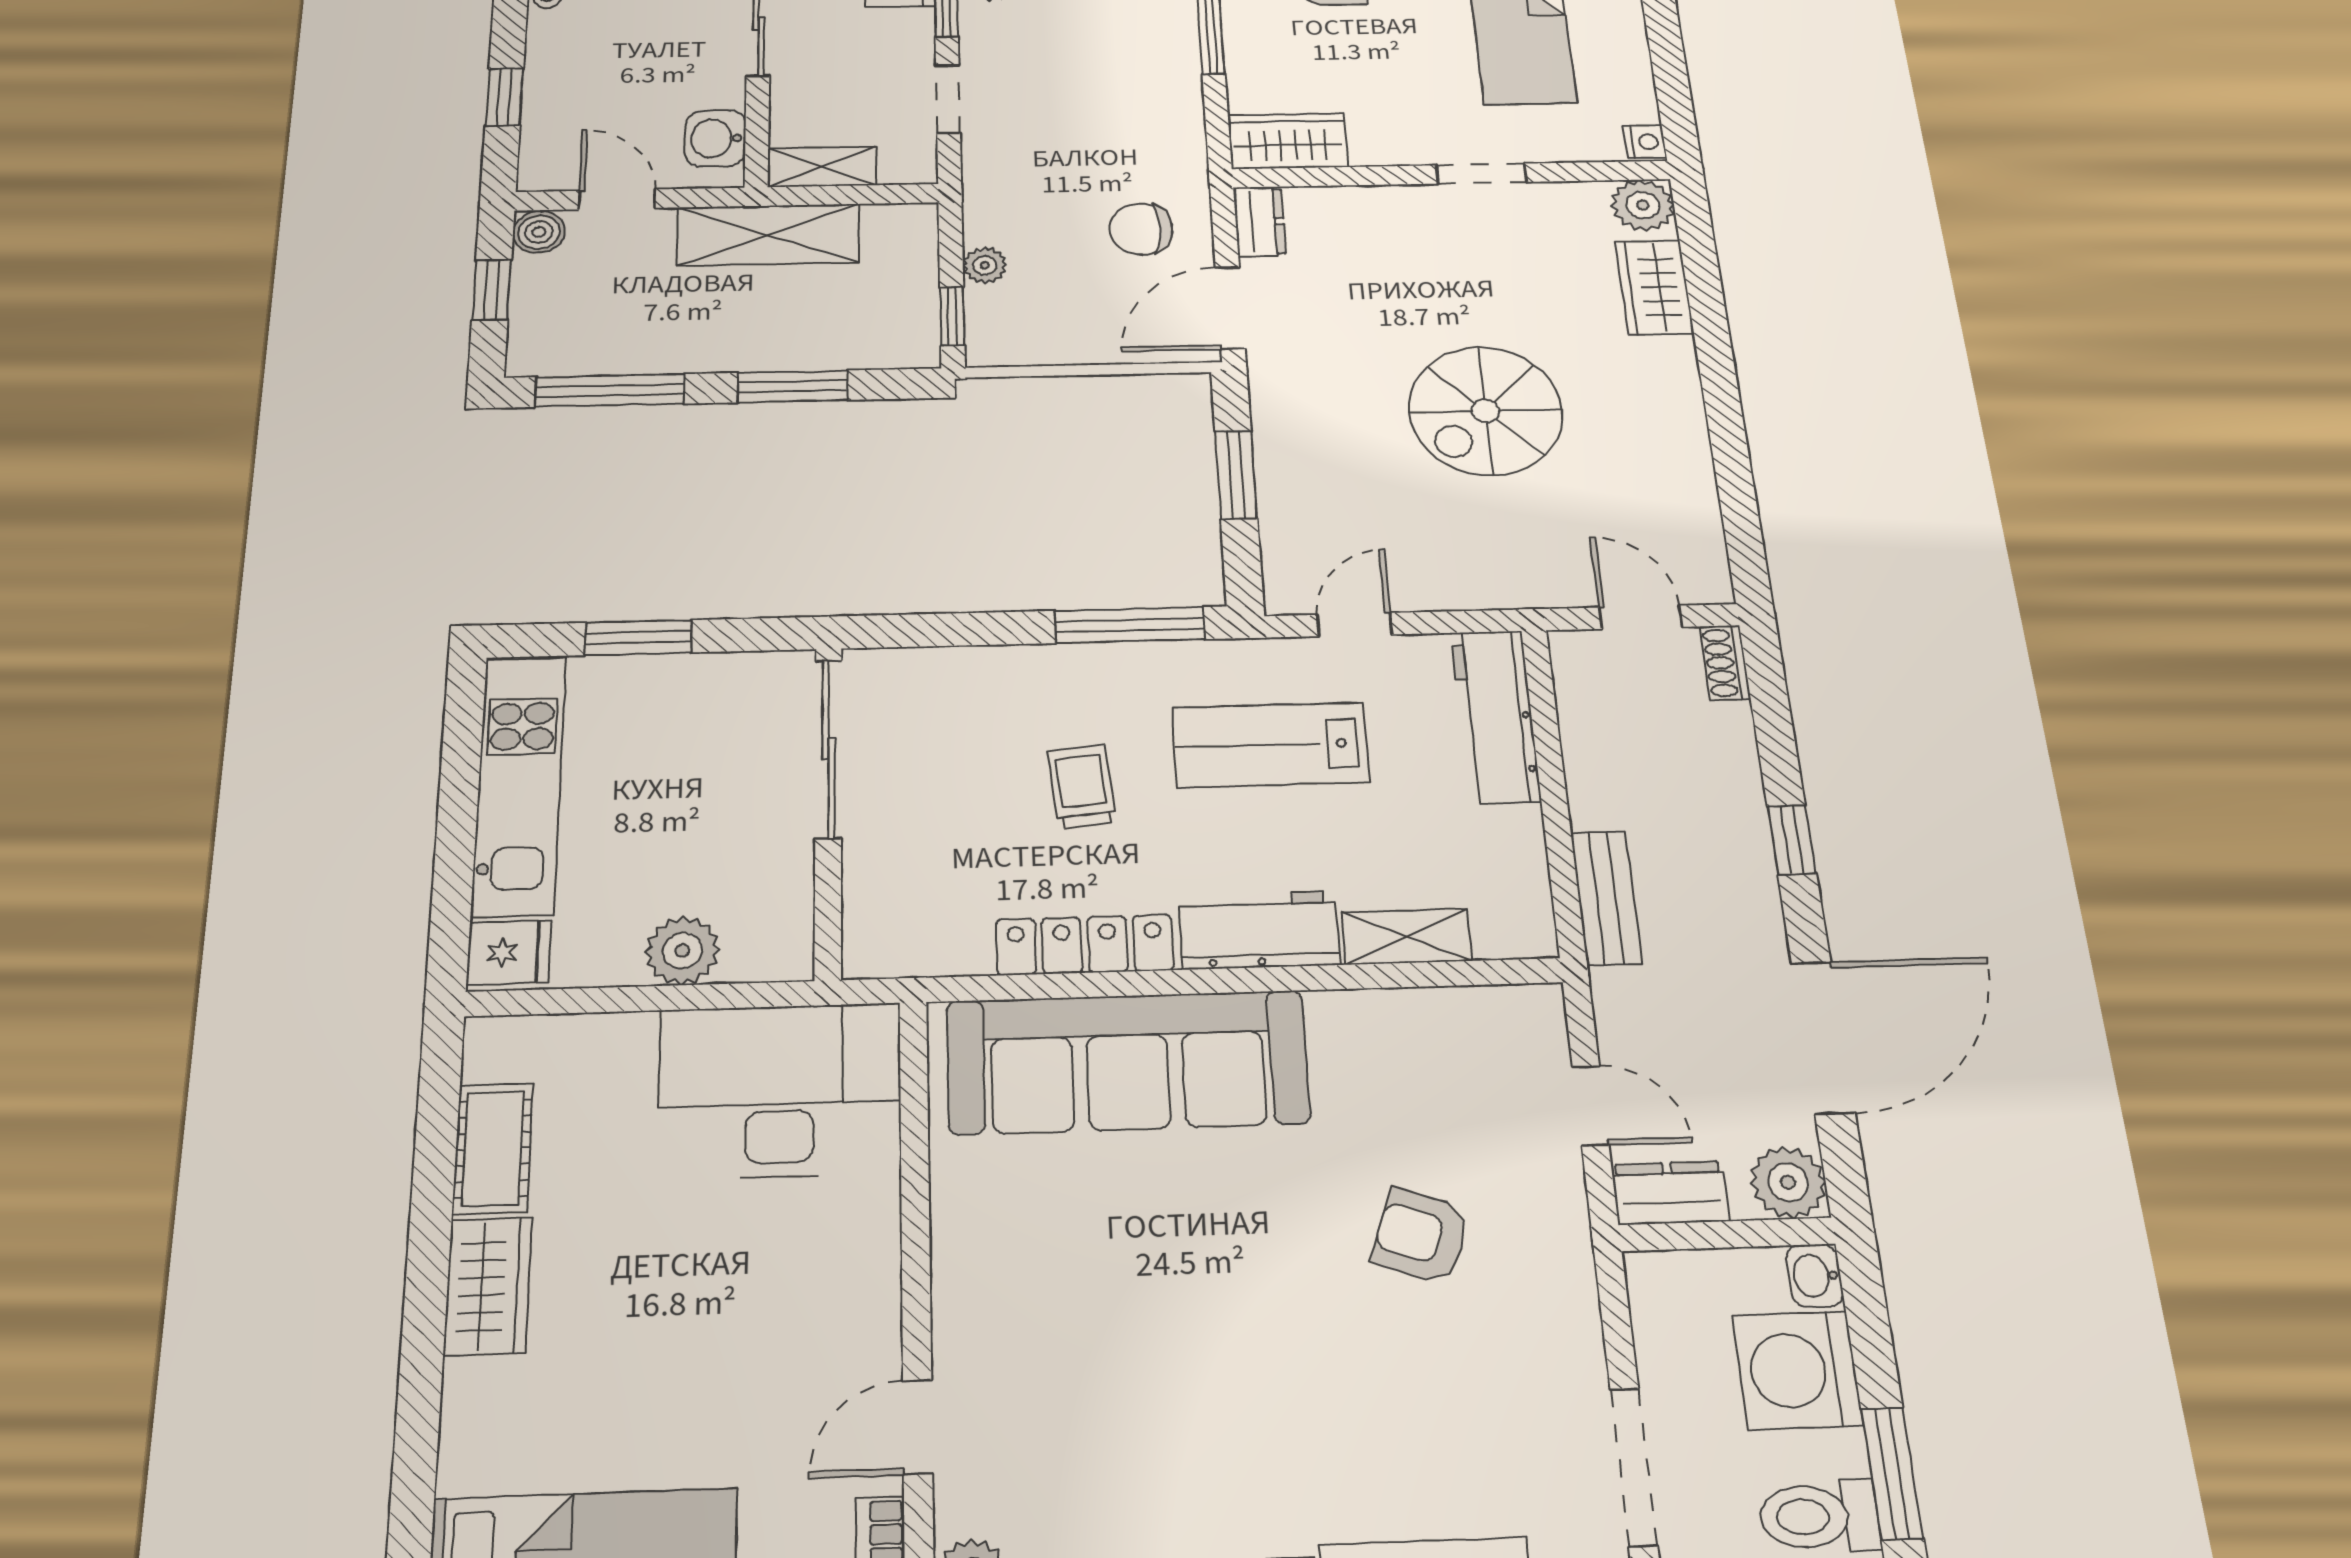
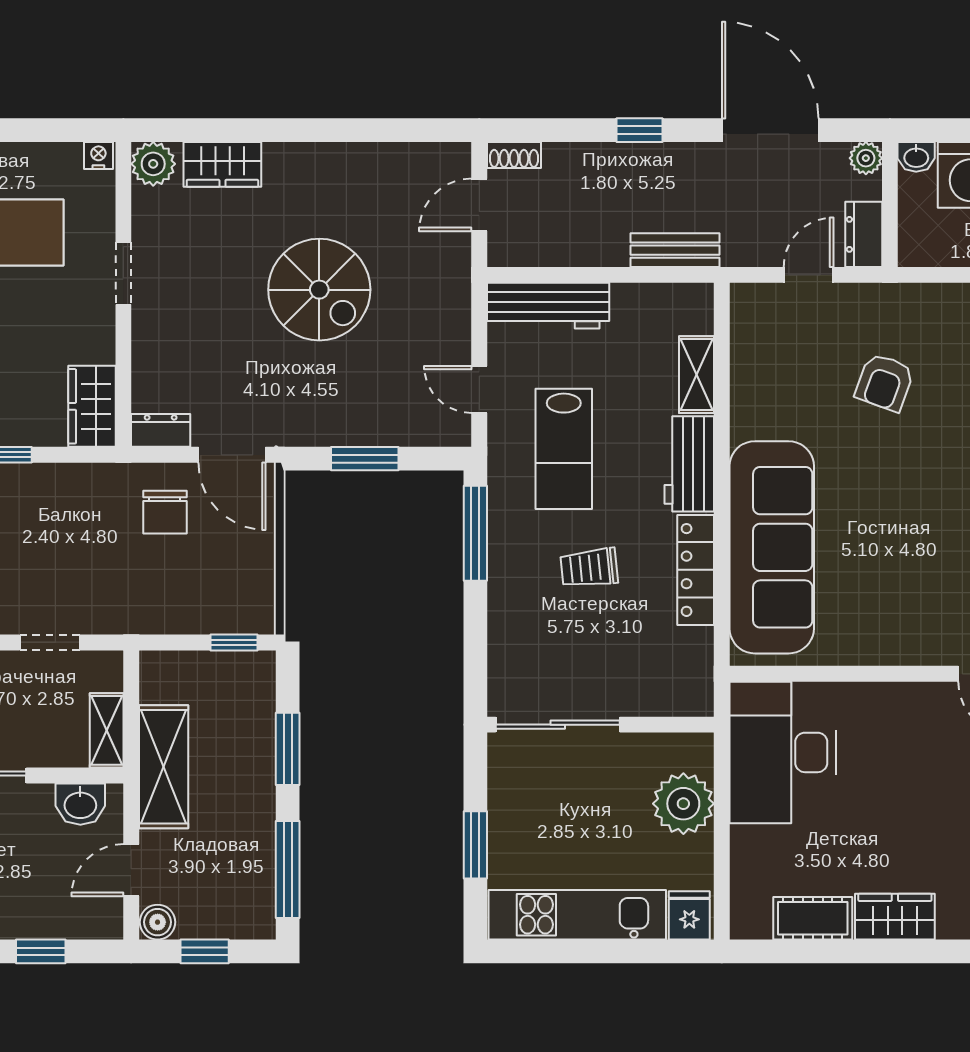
plant: (985, 265) -> (193, 620), removed
plant: (682, 951) -> (683, 804), width x1.36, depth x1.36
plant: (1788, 1182) -> (866, 158), width x0.73, depth x0.73

